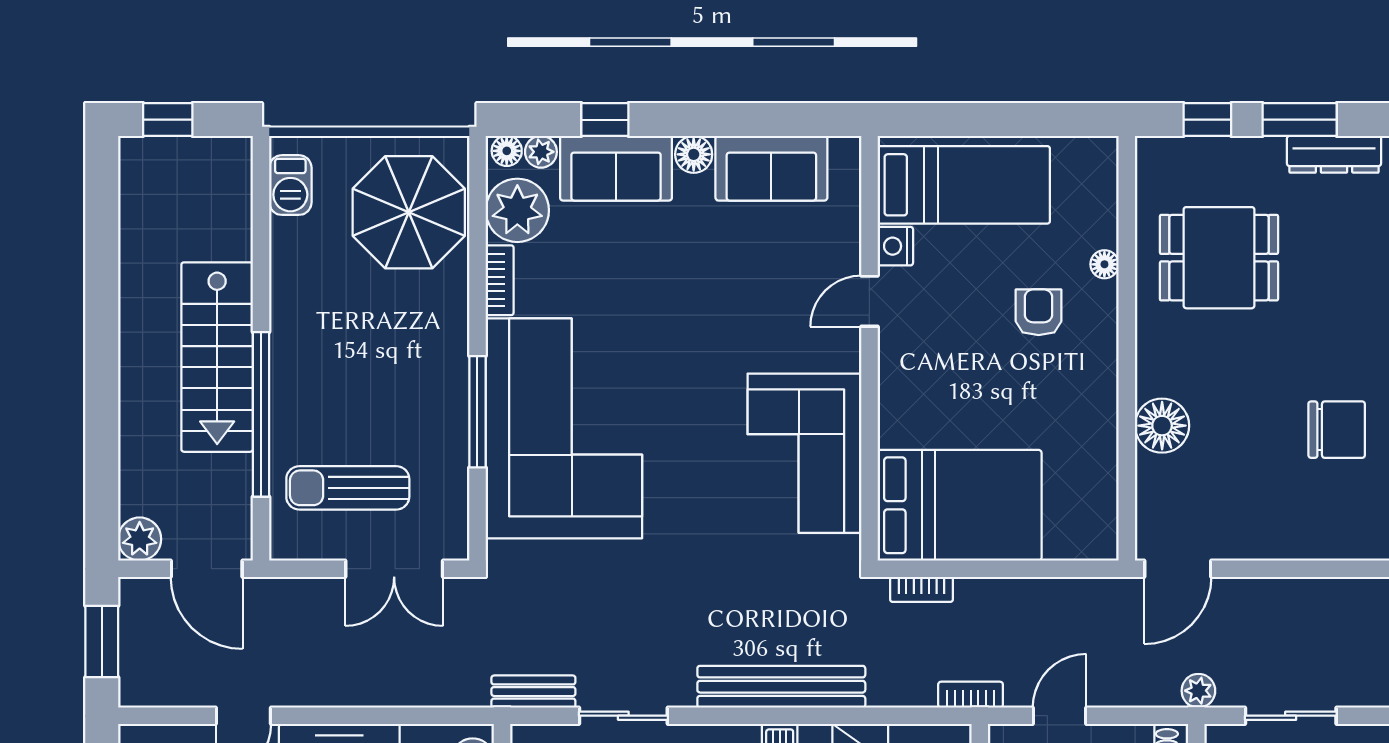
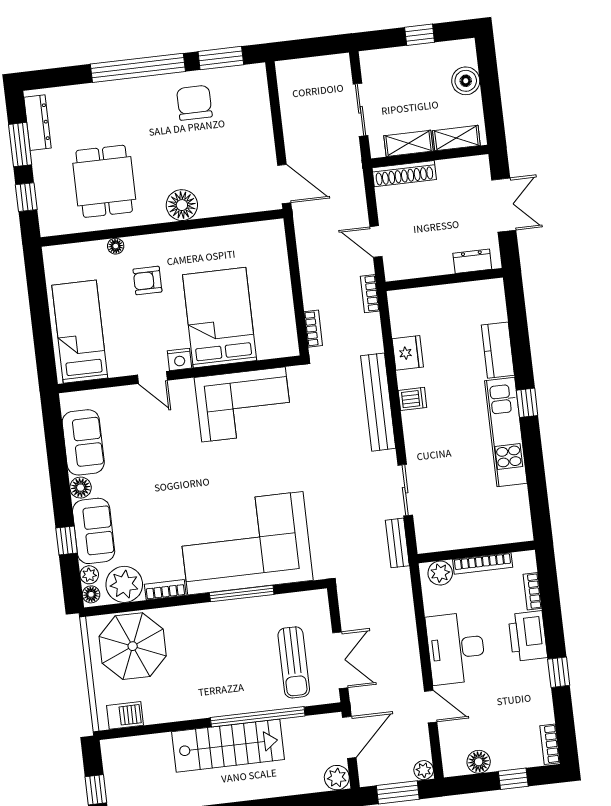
nightstand: (895, 246) -> (179, 359), moved
floor lamp: (1162, 426) -> (182, 205), moved
bed: (960, 505) -> (220, 318), moved
double door: (394, 569) -> (340, 660), moved
plant: (1198, 691) -> (424, 770), moved

